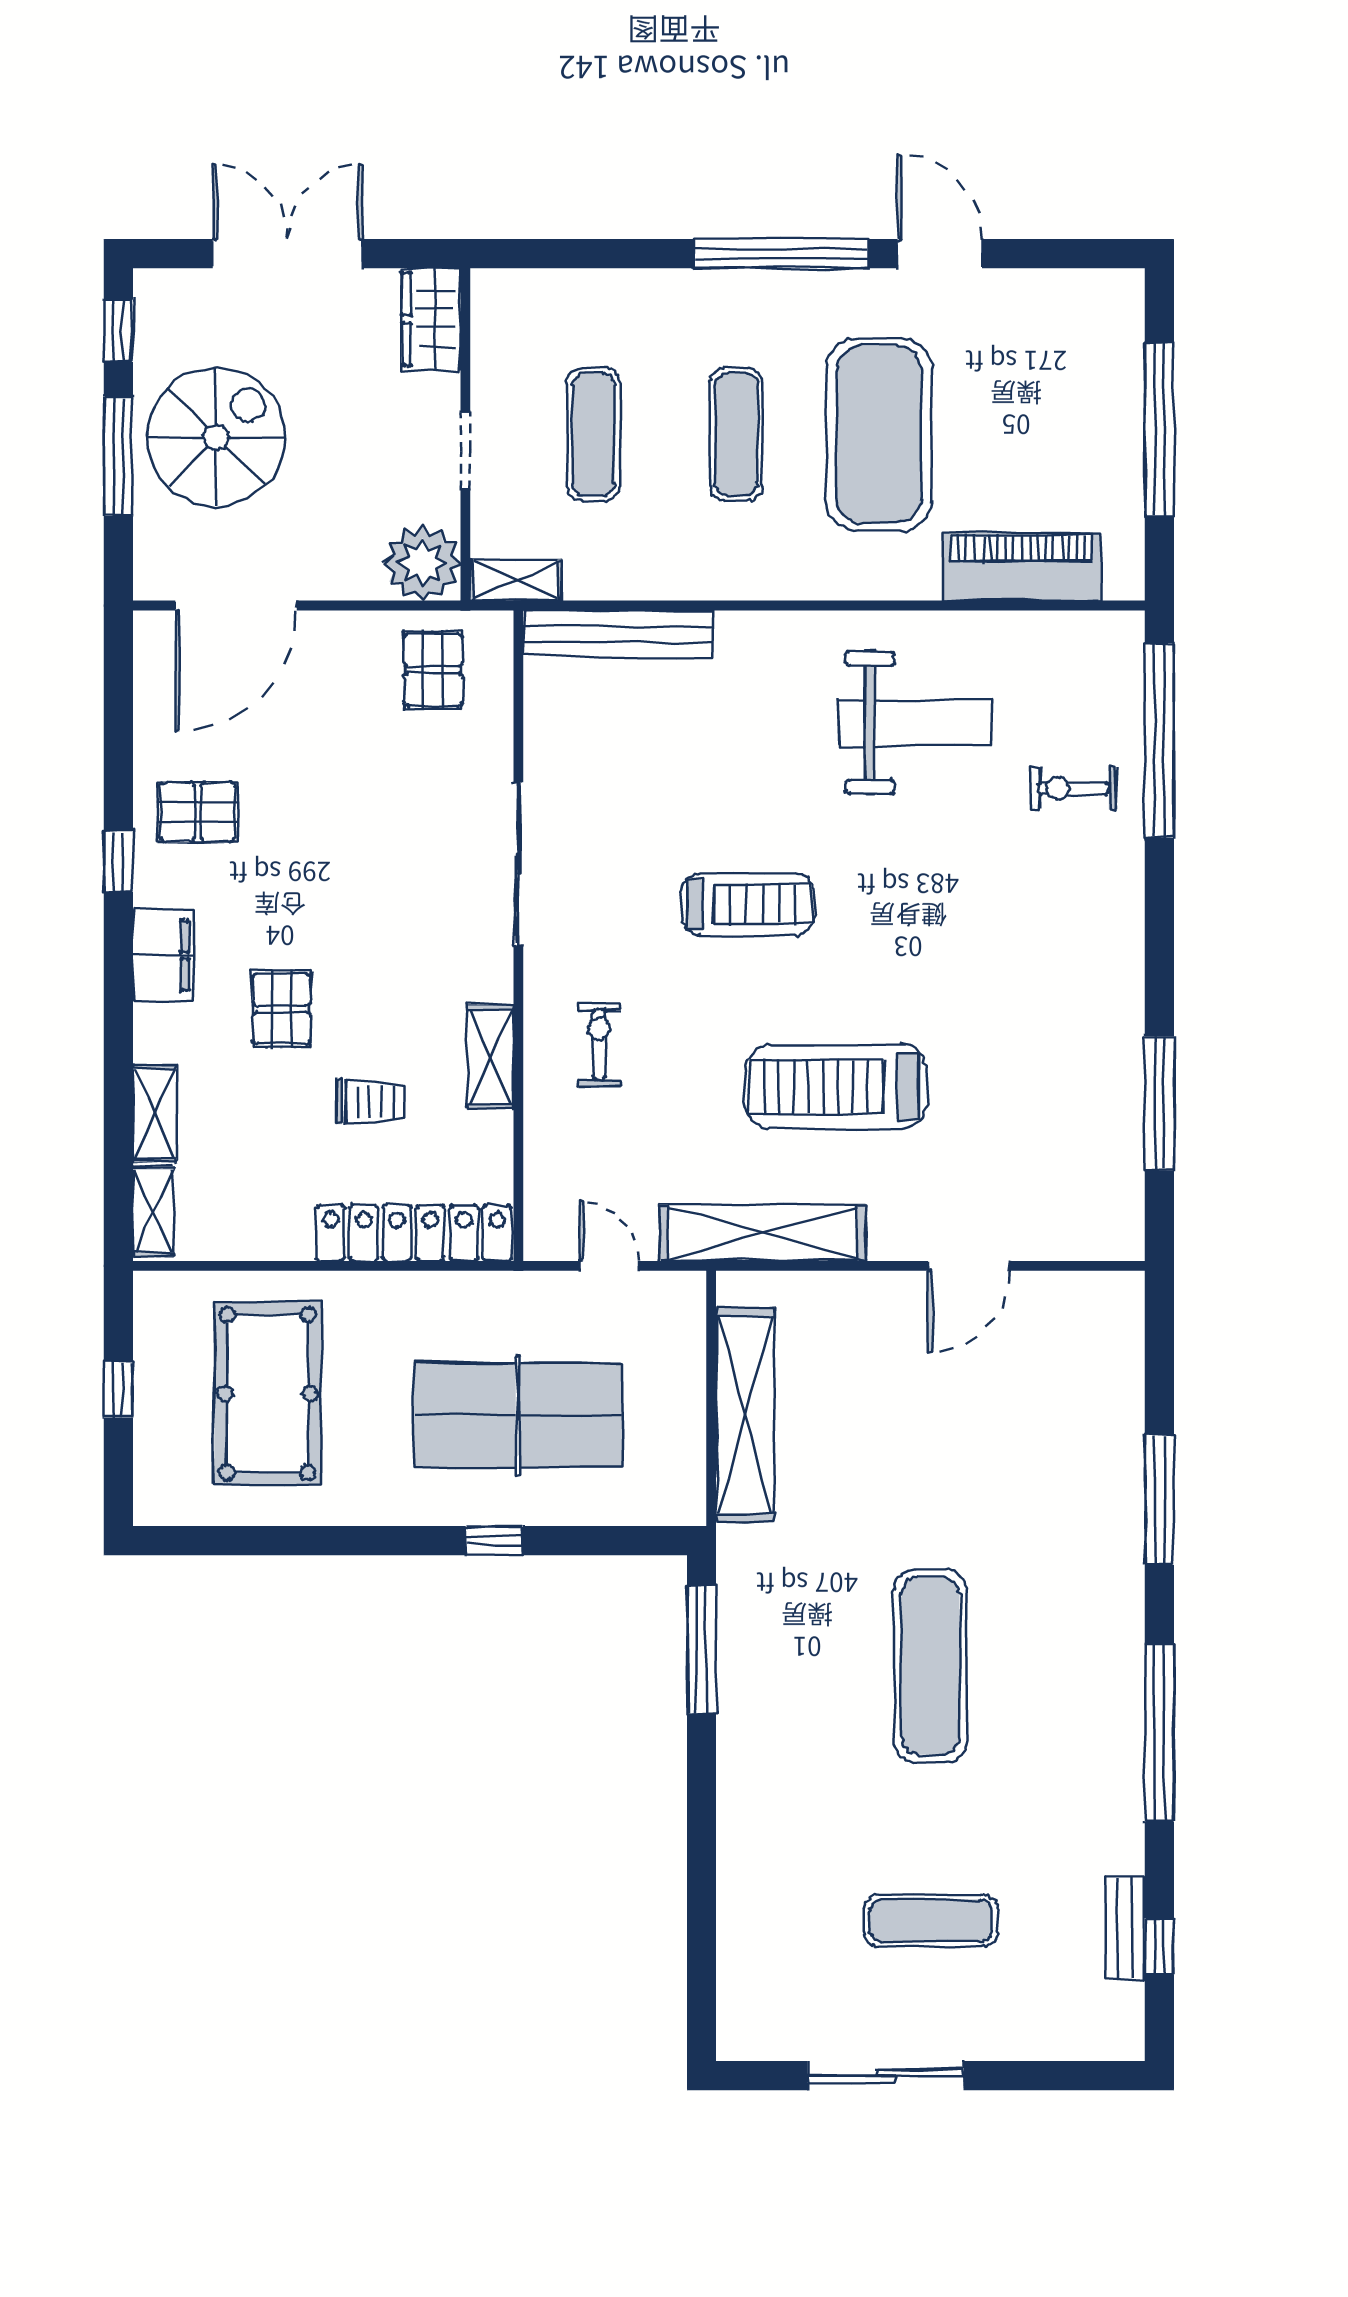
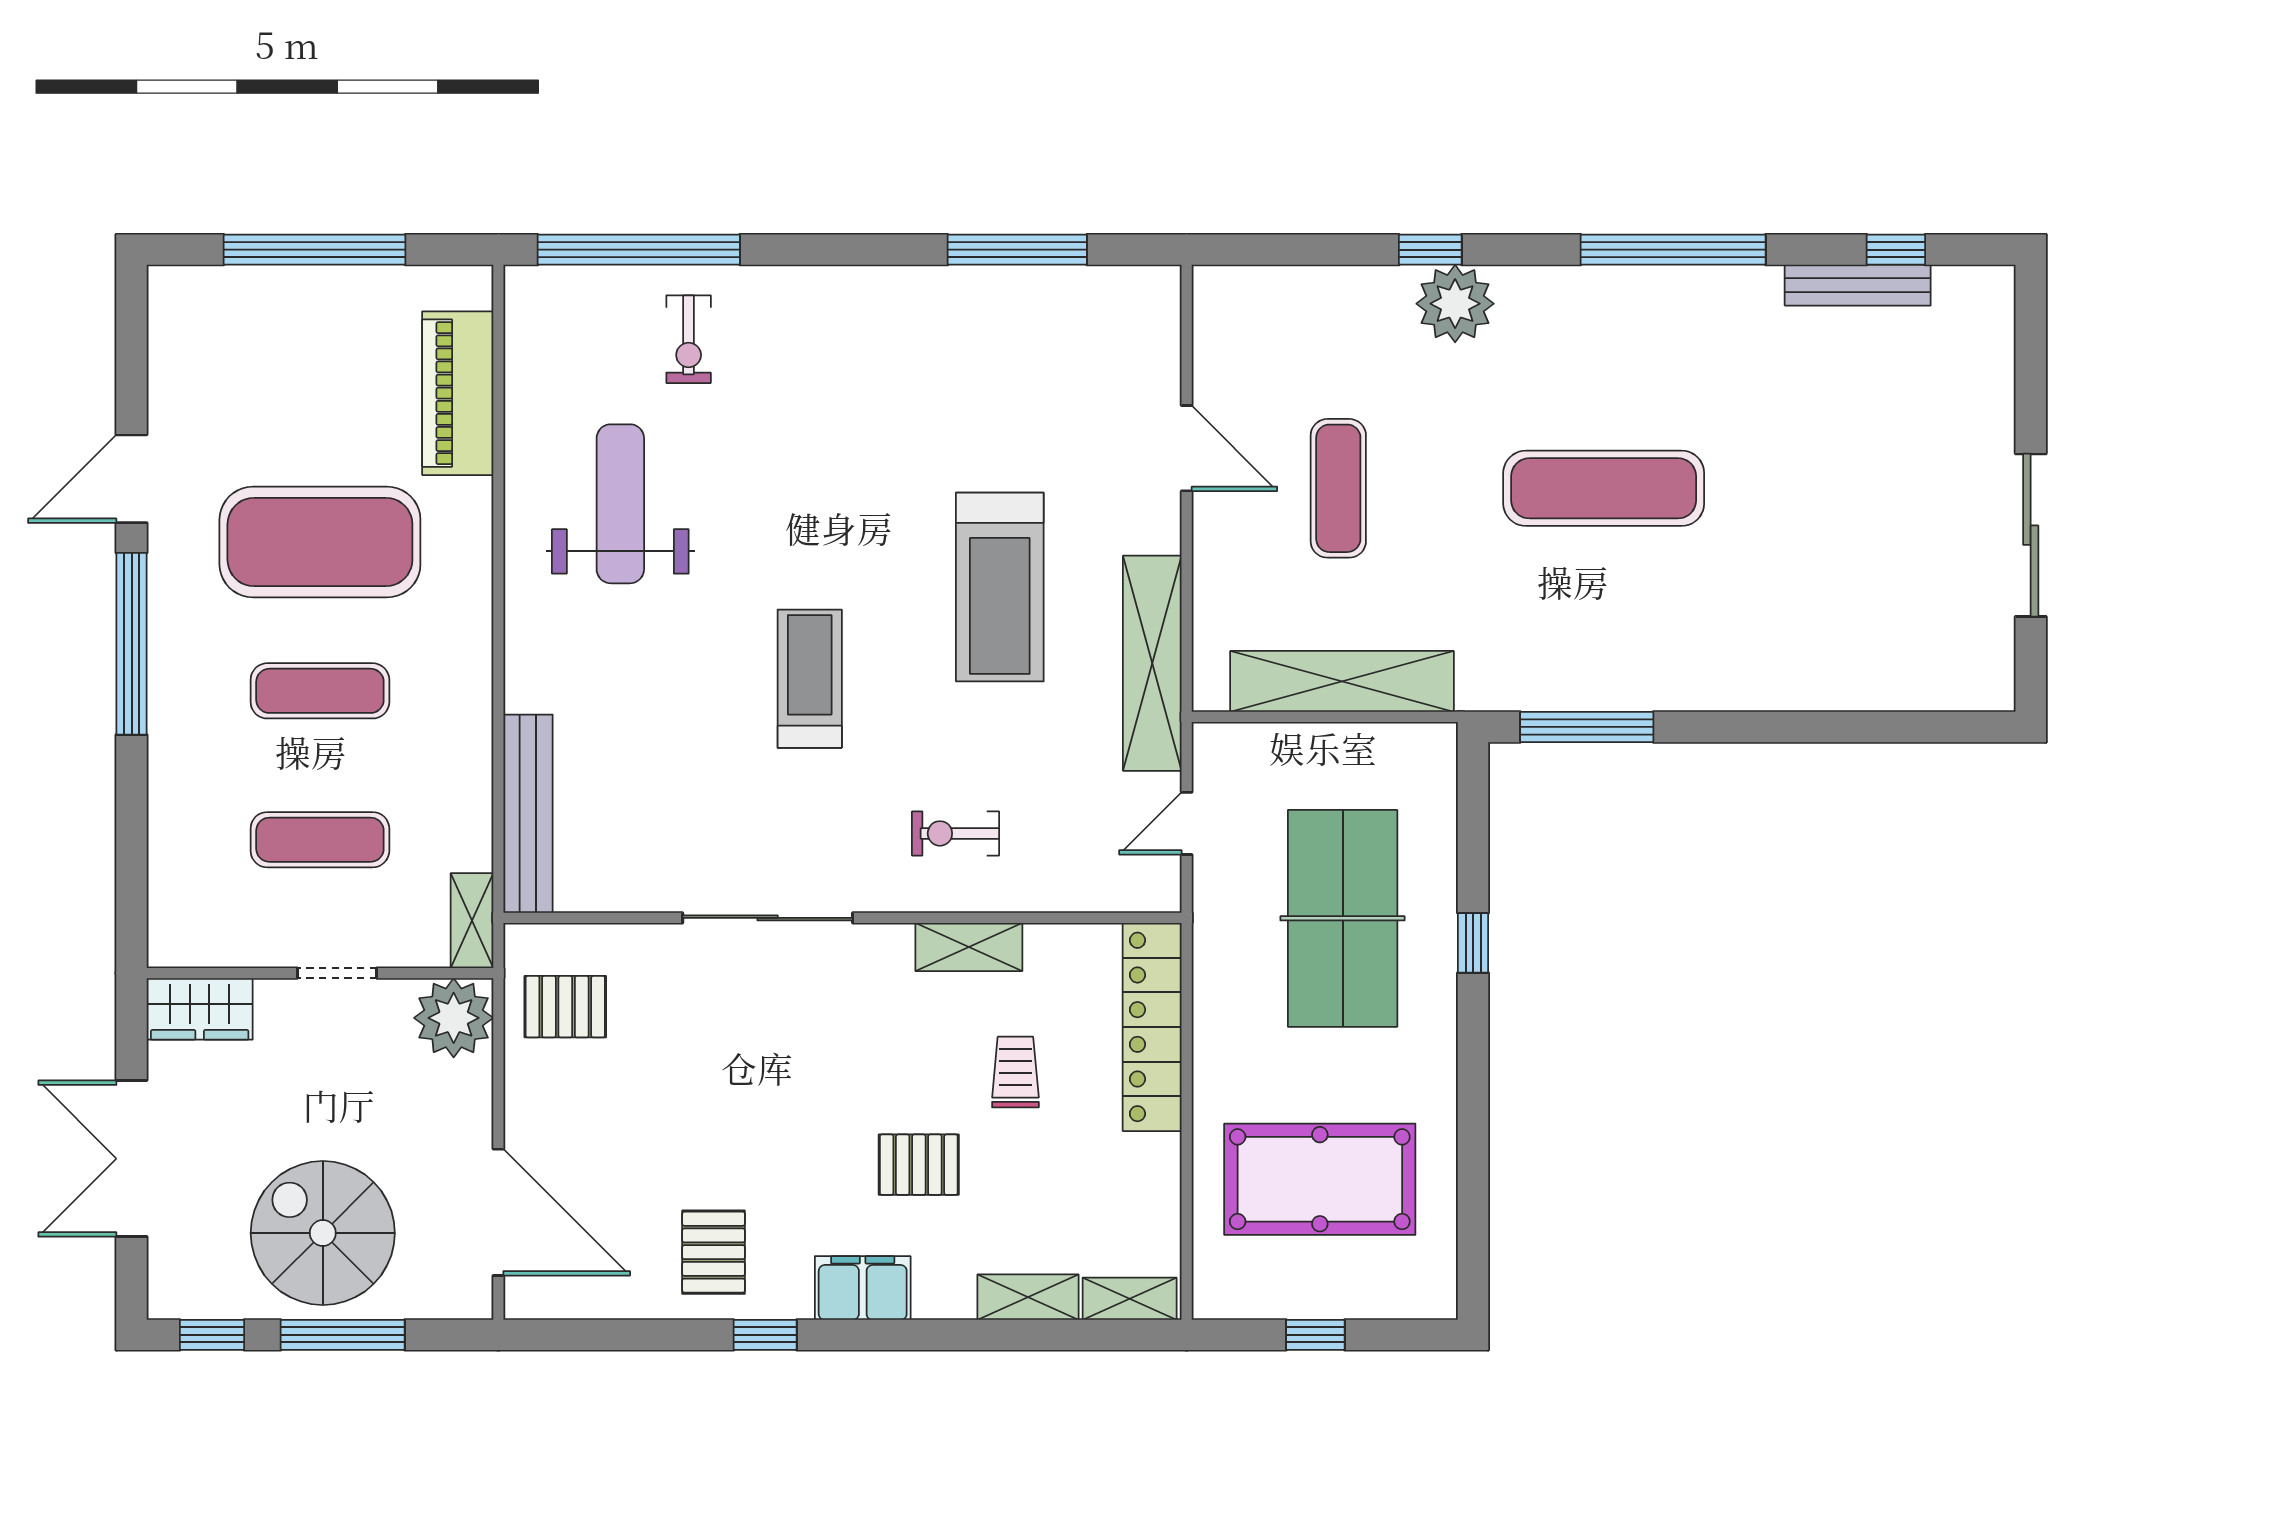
window: (1159, 1500) -> (1430, 250), width x0.46
plant: (1108, 1523) -> (1455, 304), added
exercise mat: (930, 1921) -> (1338, 488), moved
bench: (1125, 1928) -> (1858, 285), width x1.36

